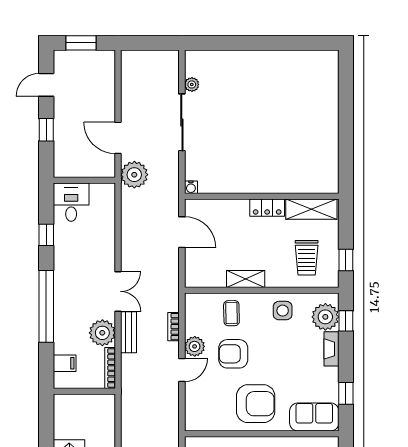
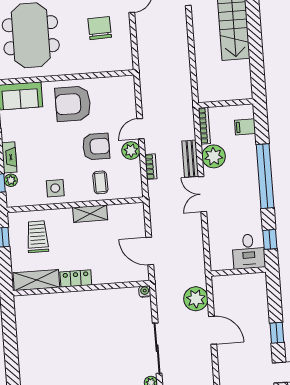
wall: (84, 180) -> (238, 272), moved
desk: (71, 202) -> (249, 251), moved
plant: (325, 317) -> (11, 180), width x0.53, depth x0.53

